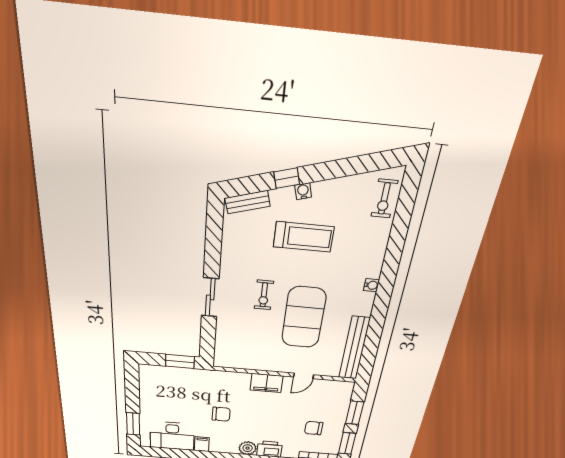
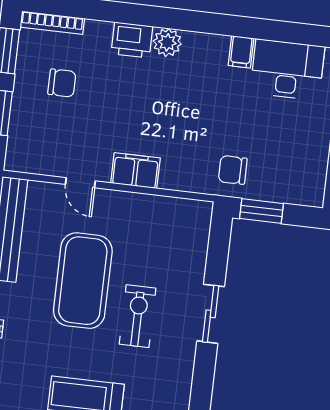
exercise bike: (264, 295) -> (138, 316), width x1.38, depth x1.39
door: (304, 376) -> (80, 183), swing flipped
chair: (221, 414) -> (233, 170), moved

